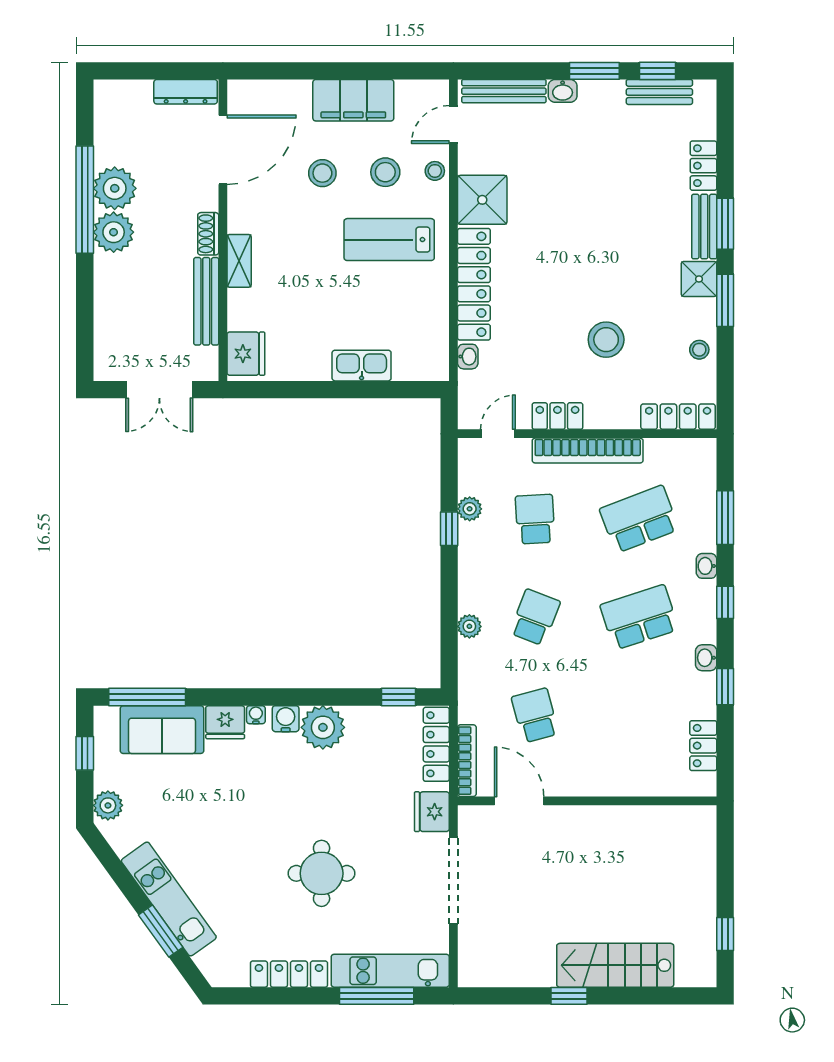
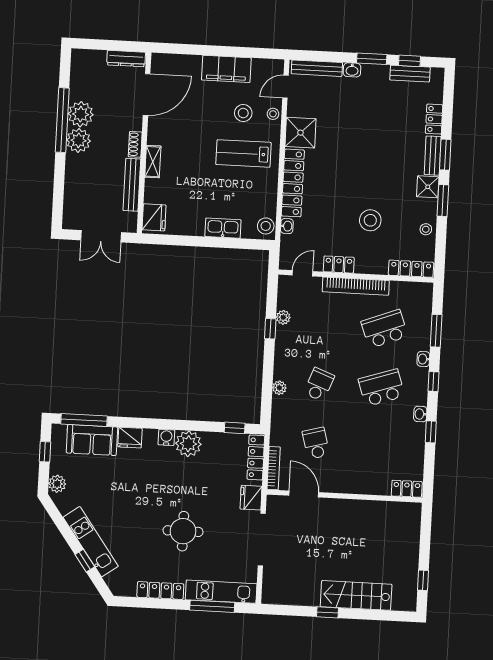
stool: (322, 173) -> (266, 226), moved
school desk: (535, 519) -> (322, 326), removed
water cooler: (256, 715) -> (149, 434), removed
locker: (703, 746) -> (407, 489), moved, turned 90
window: (161, 931) -> (85, 561), width x0.67

